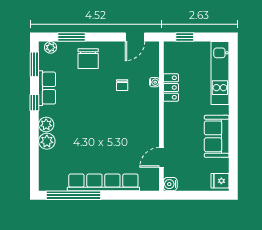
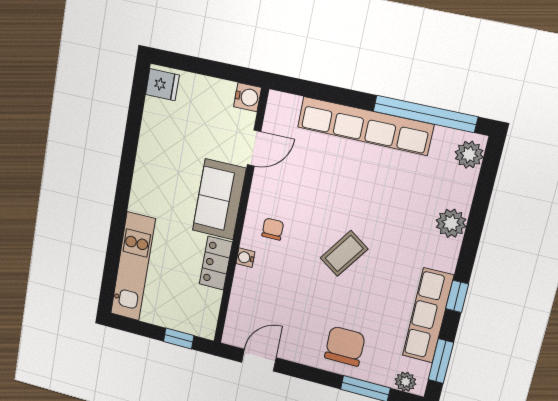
water cooler: (154, 82) -> (245, 258), moved
chair: (122, 85) -> (273, 229), moved
row of seats: (47, 88) -> (428, 315), width x1.48
coffee table: (100, 111) -> (344, 253), added
plant: (46, 124) -> (469, 155), moved
sofa: (217, 136) -> (219, 199), moved, turned 180

